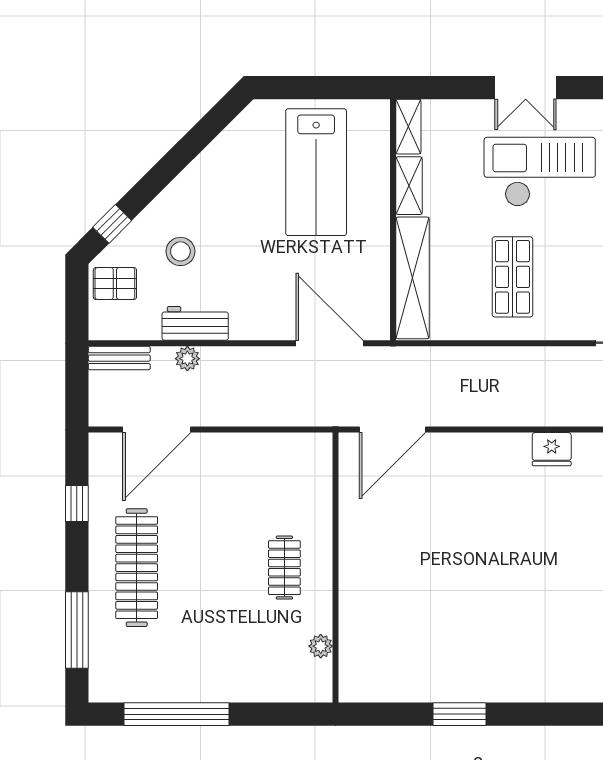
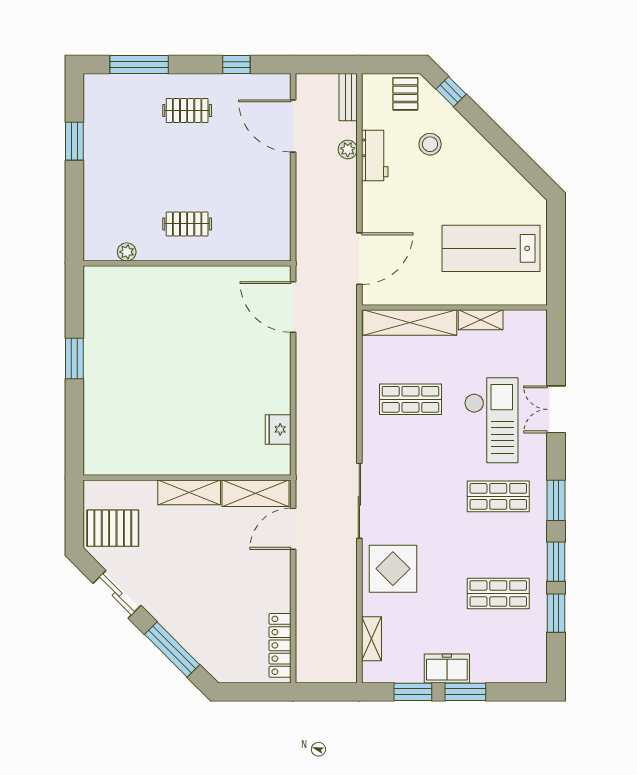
shelving: (408, 127) -> (526, 319), removed
clothes rail: (137, 568) -> (187, 110), width x0.54, depth x0.76
window: (177, 714) -> (74, 141), width x0.47

